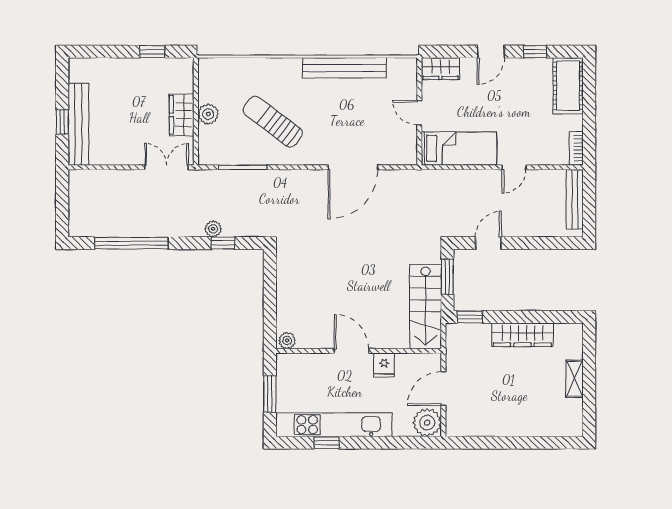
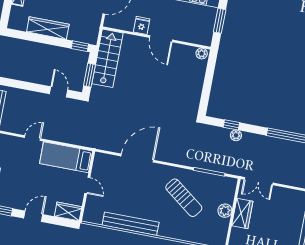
door: (488, 243) -> (59, 92), swing flipped

